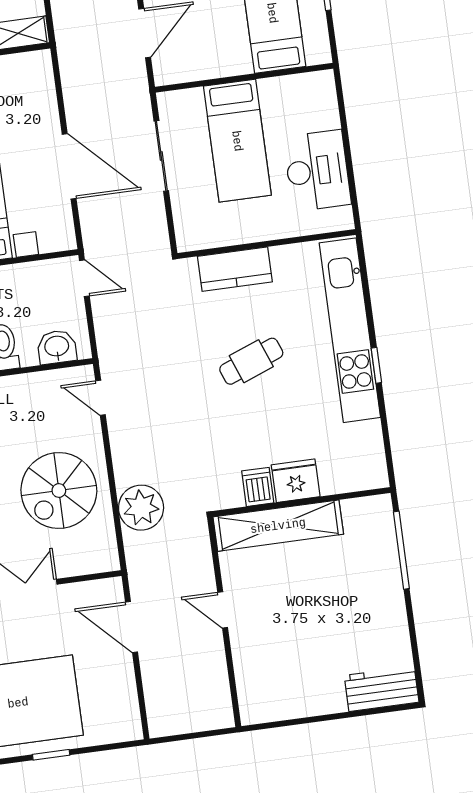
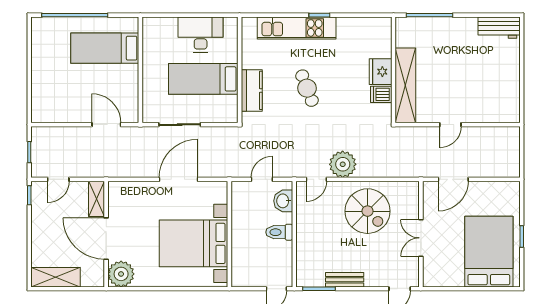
bed: (237, 141) -> (203, 79), moved, turned 180
door: (84, 278) -> (262, 179), moved
kitchen unit: (350, 330) -> (297, 28), width x0.73
plant: (141, 508) -> (343, 164), moved
workbench: (382, 689) -> (499, 28), moved, turned -90

